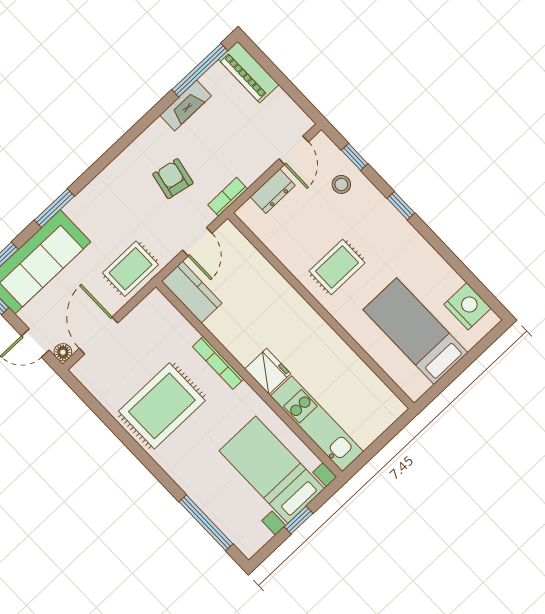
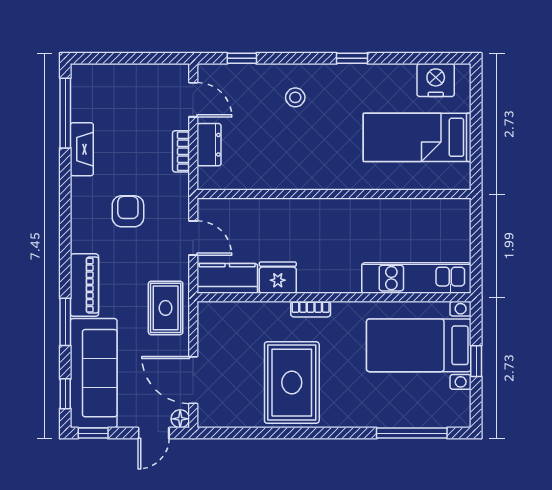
piano: (249, 72) -> (84, 285), moved, turned -90
armchair: (173, 179) -> (128, 211), turned 79
stool: (341, 184) -> (295, 97), moved
bookcase: (228, 197) -> (181, 151), moved
window: (401, 206) -> (352, 58), moved
rug: (337, 267) -> (312, 151), removed
bookcase: (218, 363) -> (311, 309), width x0.64
fridge: (268, 371) -> (278, 278), moved

